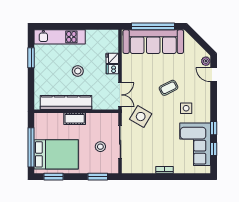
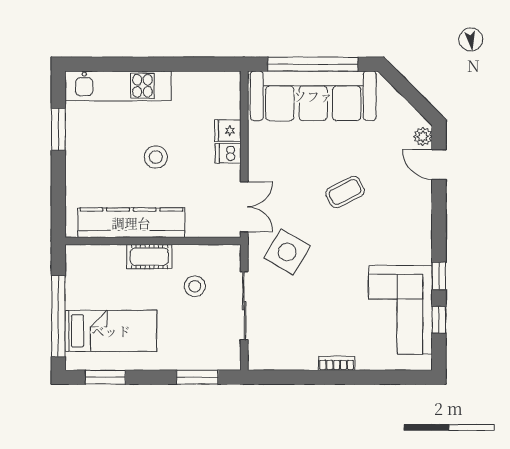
side table: (186, 108) -> (382, 235), removed
stool: (100, 147) -> (195, 286), moved
bed: (56, 154) -> (111, 331), width x0.67

